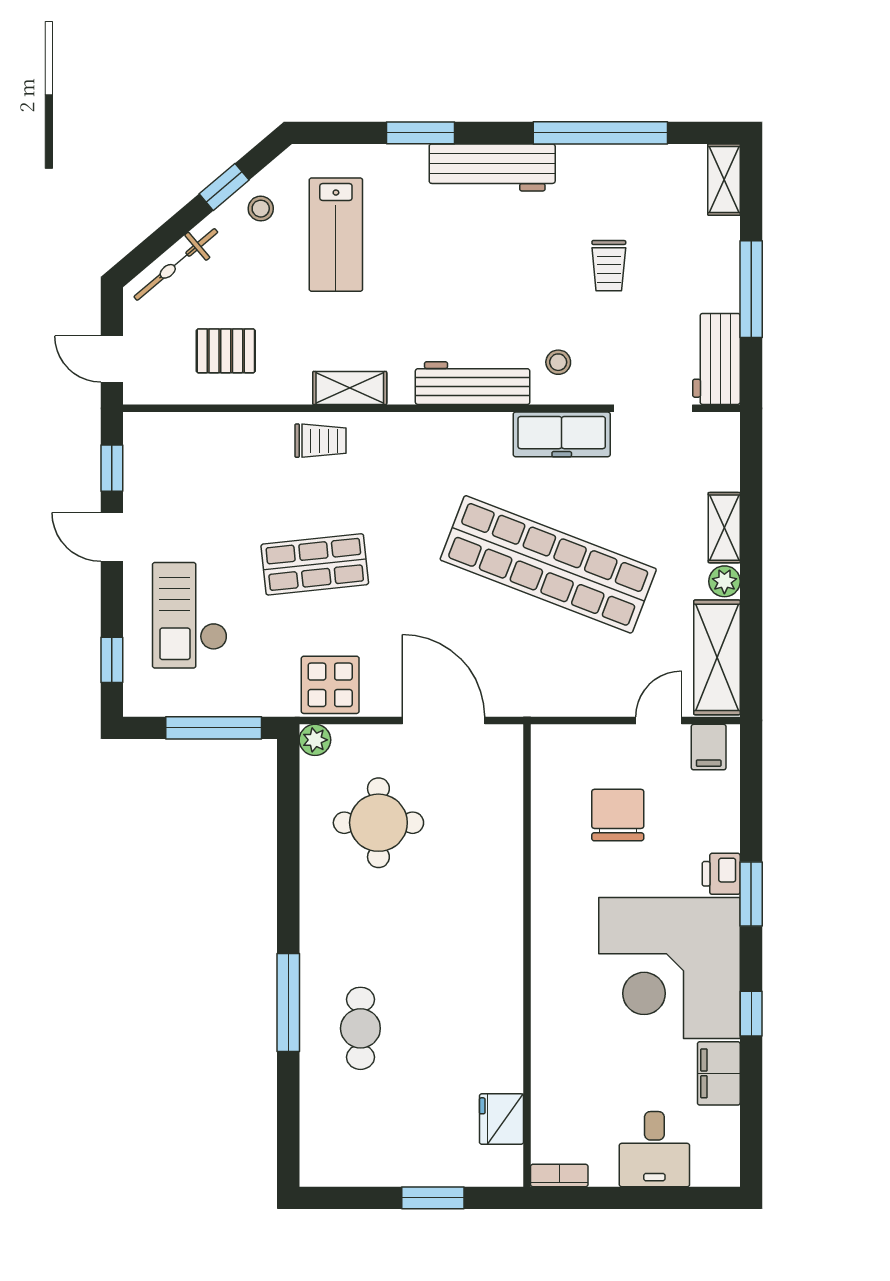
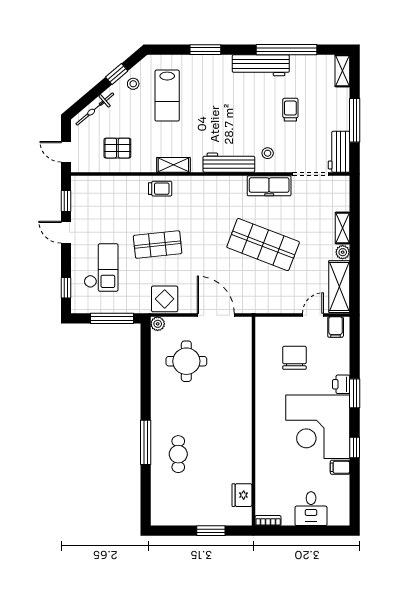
workbench: (492, 167) -> (261, 65), moved
trolley: (609, 266) -> (290, 110), turned 180
shop shelf: (548, 564) -> (263, 245), width x0.71
checkout: (190, 615) -> (101, 268), turned 180
filing cabinet: (719, 1073) -> (340, 467), width x0.50

